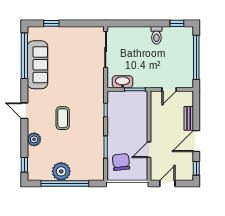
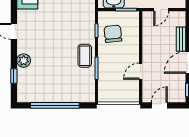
coffee table: (63, 118) -> (85, 56), moved
chair: (121, 162) -> (113, 34), moved
window: (24, 165) -> (14, 76), moved
plant: (61, 171) -> (51, 93), removed

